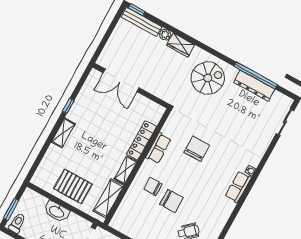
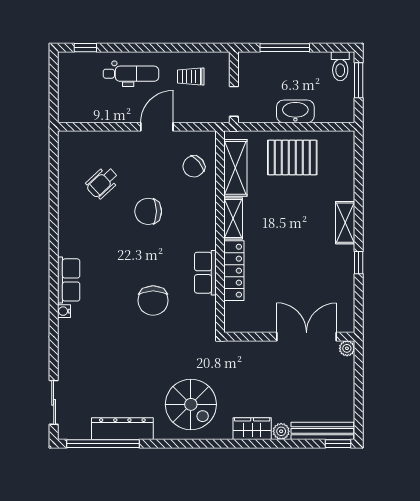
plant: (102, 61) -> (347, 348), added
window: (256, 75) -> (103, 444), moved
spiral stairs: (208, 78) -> (191, 404), turned -90
chair: (153, 186) -> (194, 166), moved, turned 141

